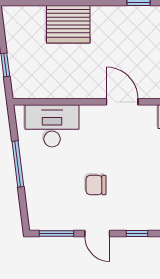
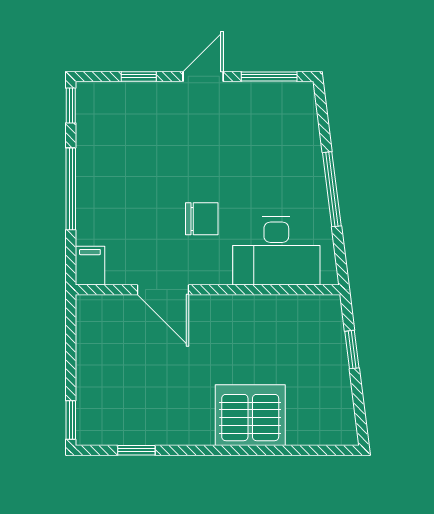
chair: (96, 185) -> (202, 219), moved
door: (97, 234) -> (203, 76), hinge flipped

